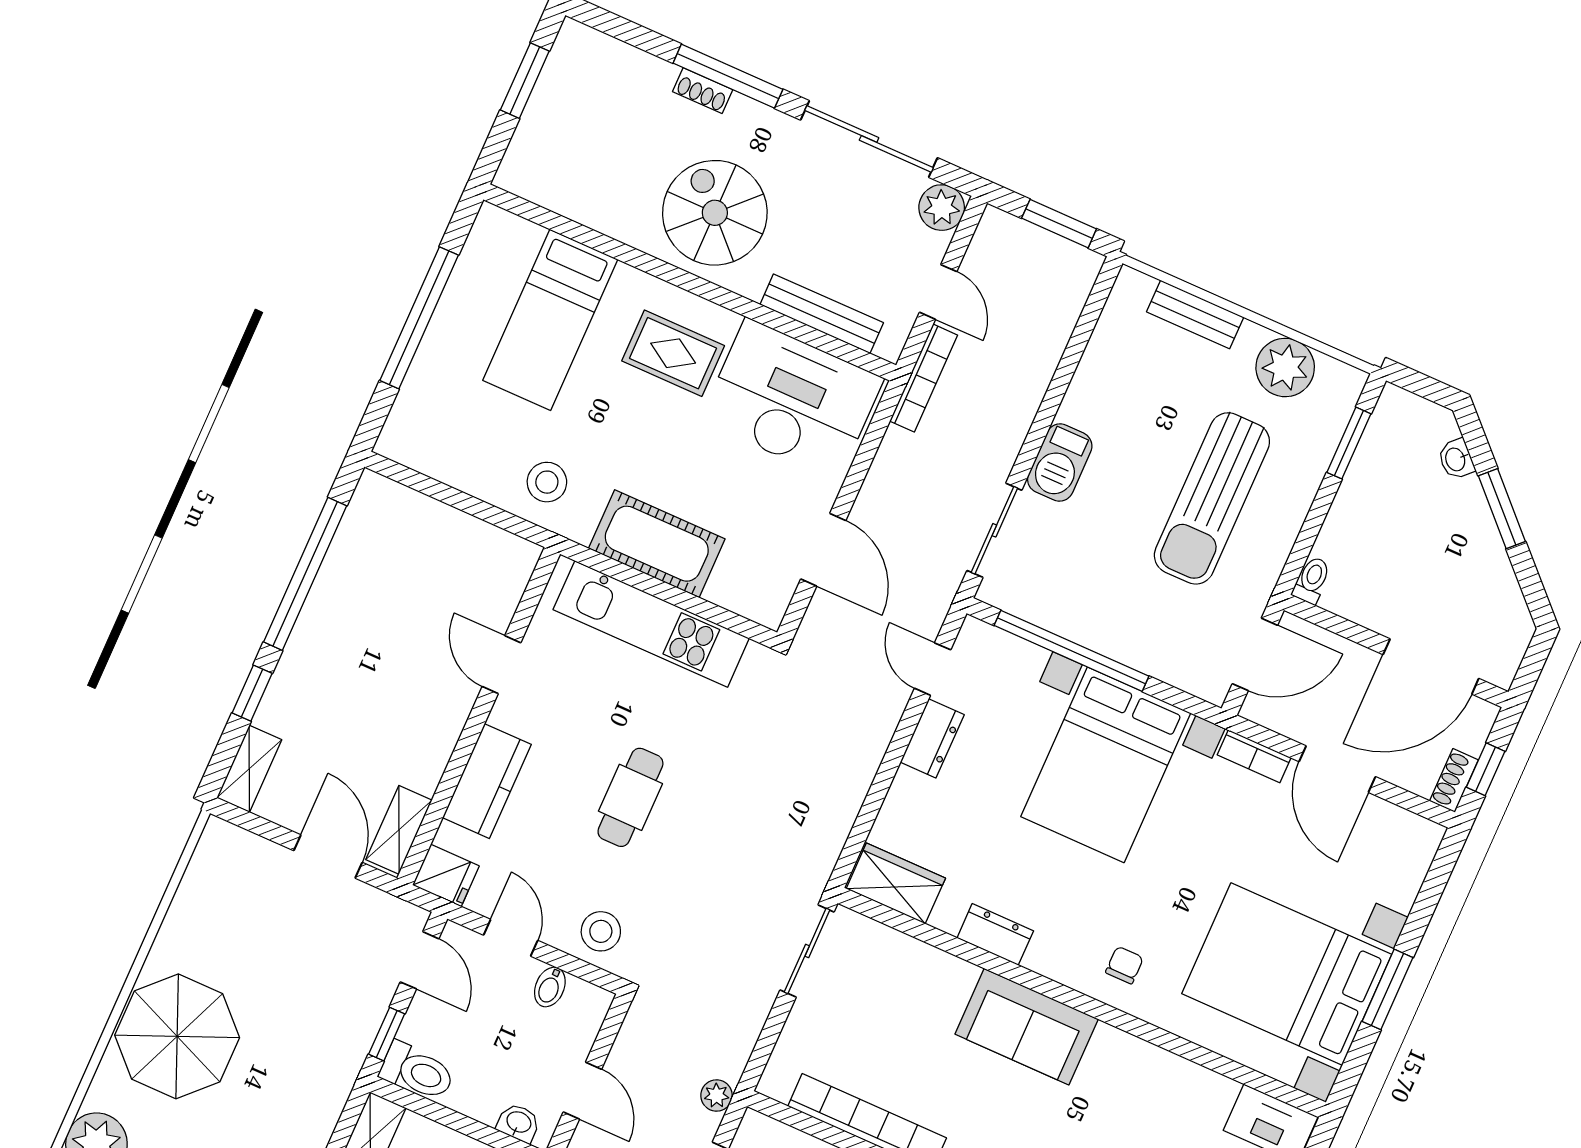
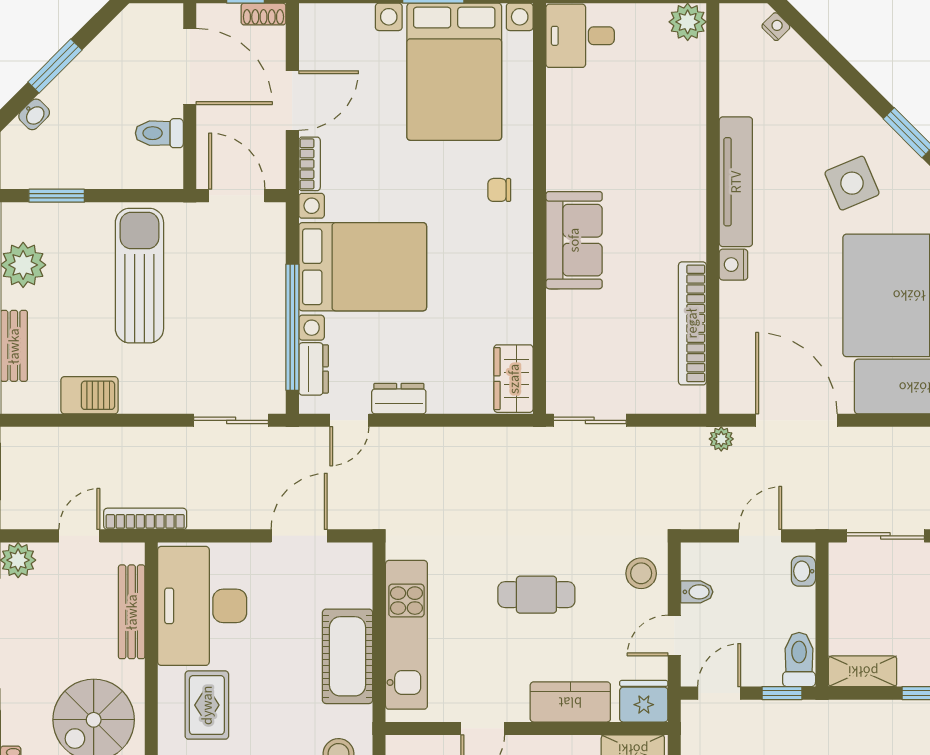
barbecue: (1060, 463) -> (89, 395), moved
sun lounger: (1212, 498) -> (139, 276), turned -90
toilet: (1312, 580) -> (159, 133), moved, width x1.37, depth x1.39
fridge: (446, 875) -> (644, 701), width x1.38
dresser: (995, 934) -> (314, 369), moved, turned 180

